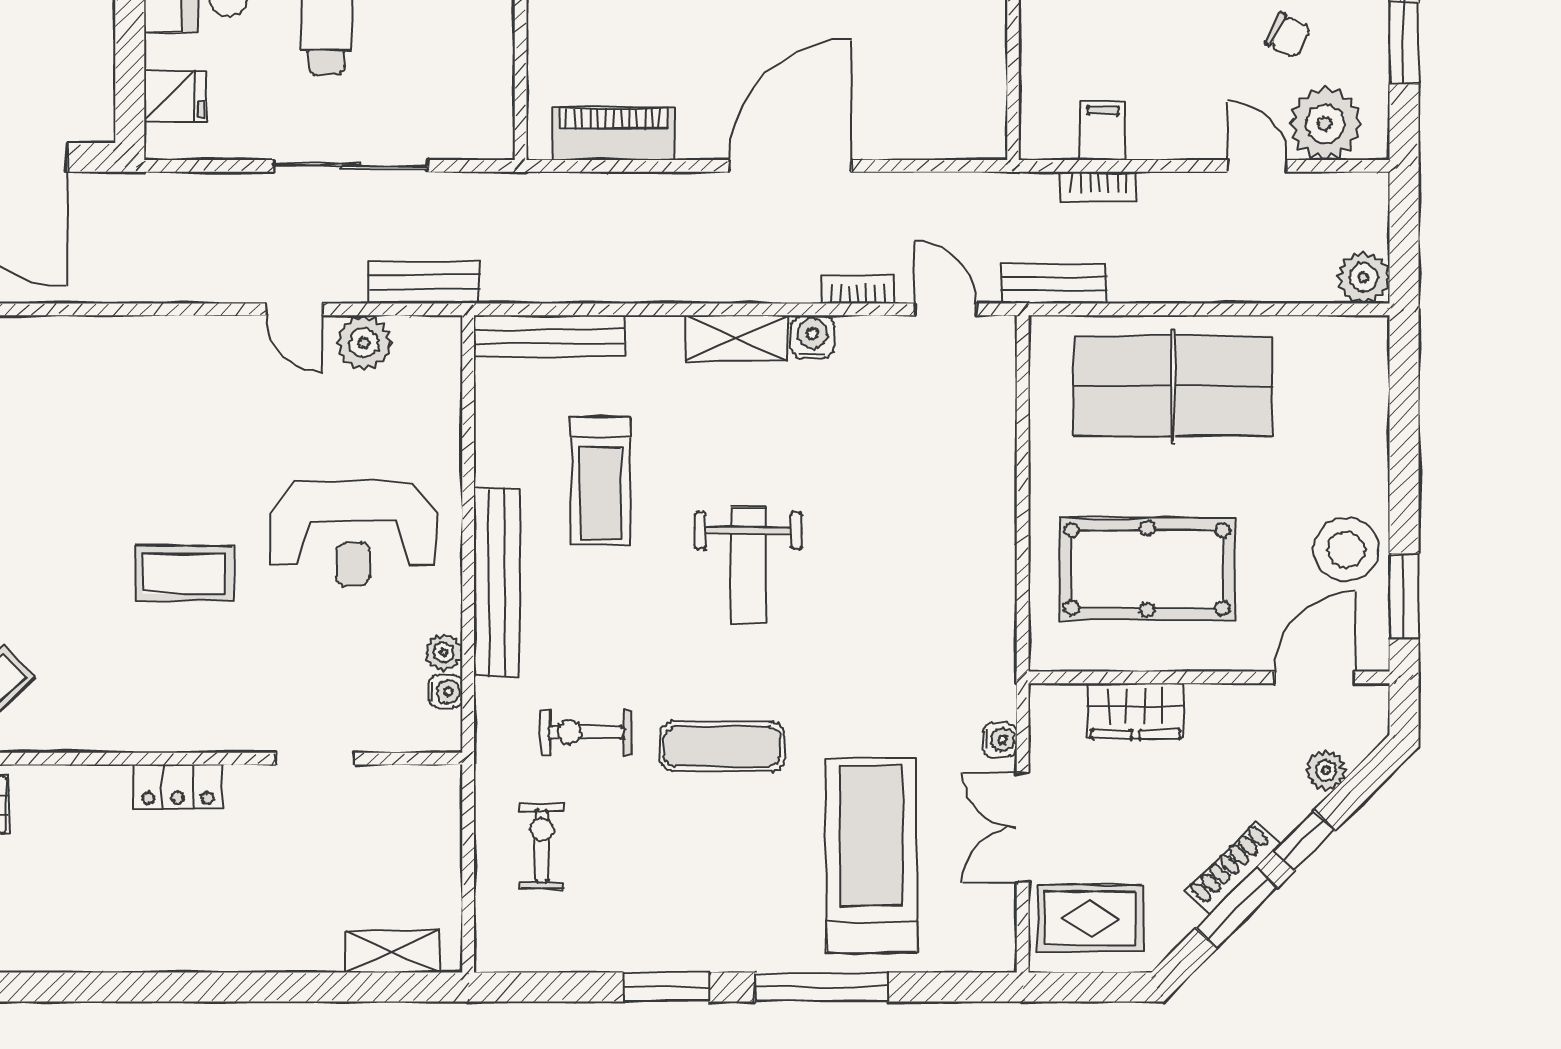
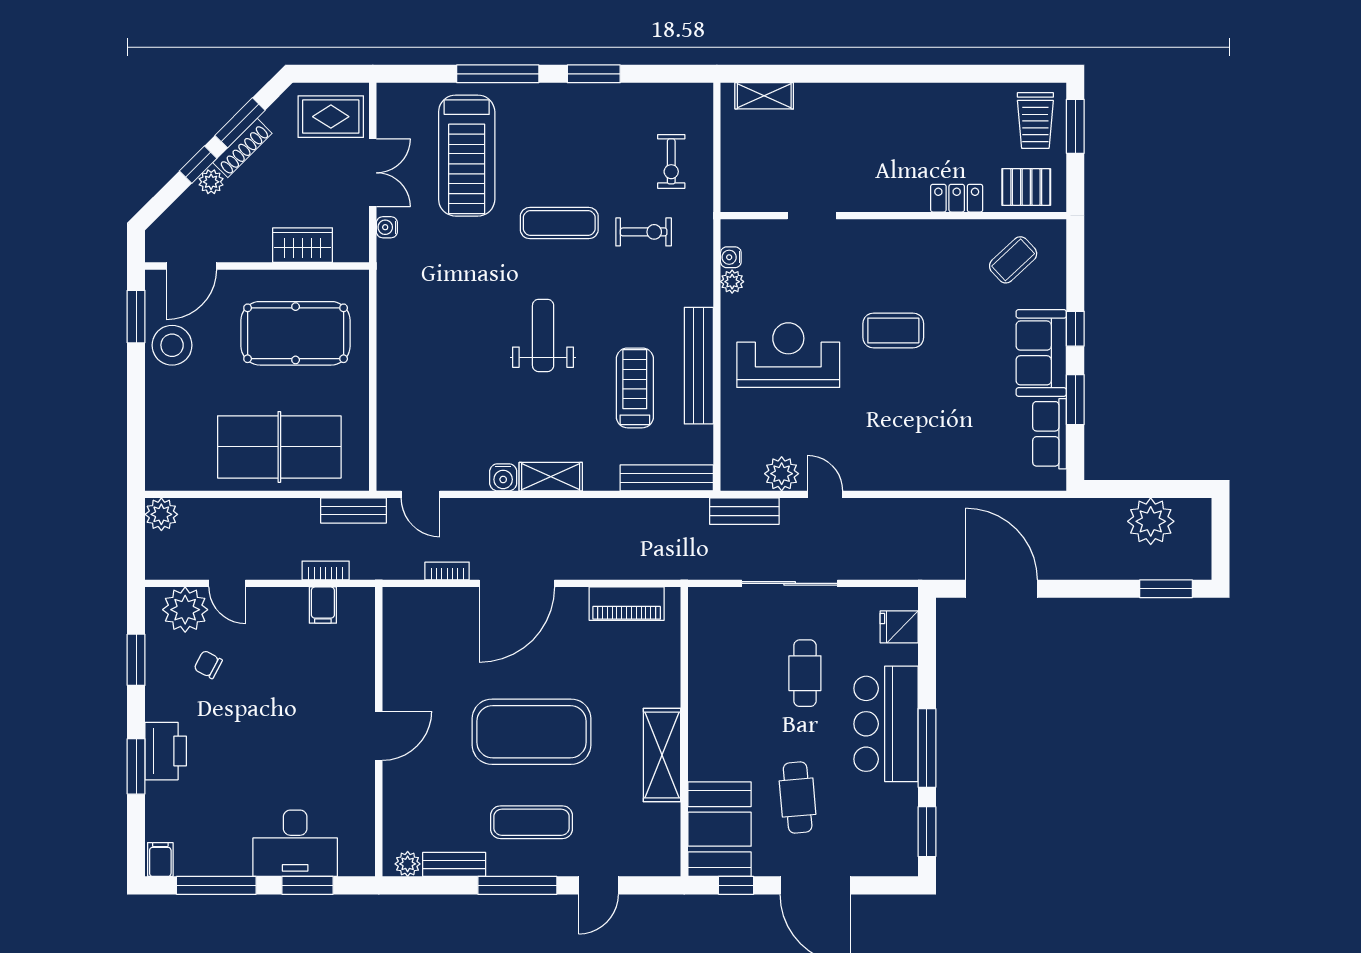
bookcase: (858, 289) -> (447, 571), moved, turned 180
bench: (497, 582) -> (699, 366), moved
plant: (1326, 770) -> (211, 182), moved
locker: (178, 787) -> (957, 198), moved

